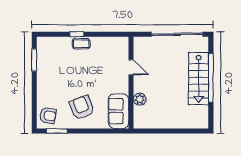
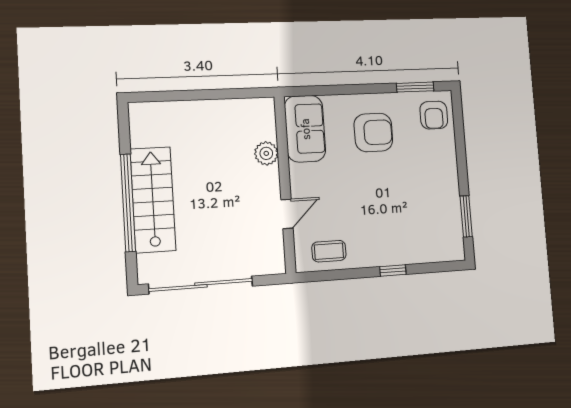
coffee table: (81, 44) -> (329, 251), moved
door: (131, 67) -> (287, 214), swing flipped
armchair: (82, 108) -> (373, 132), turned -69
armchair: (48, 115) -> (434, 115), turned -100

